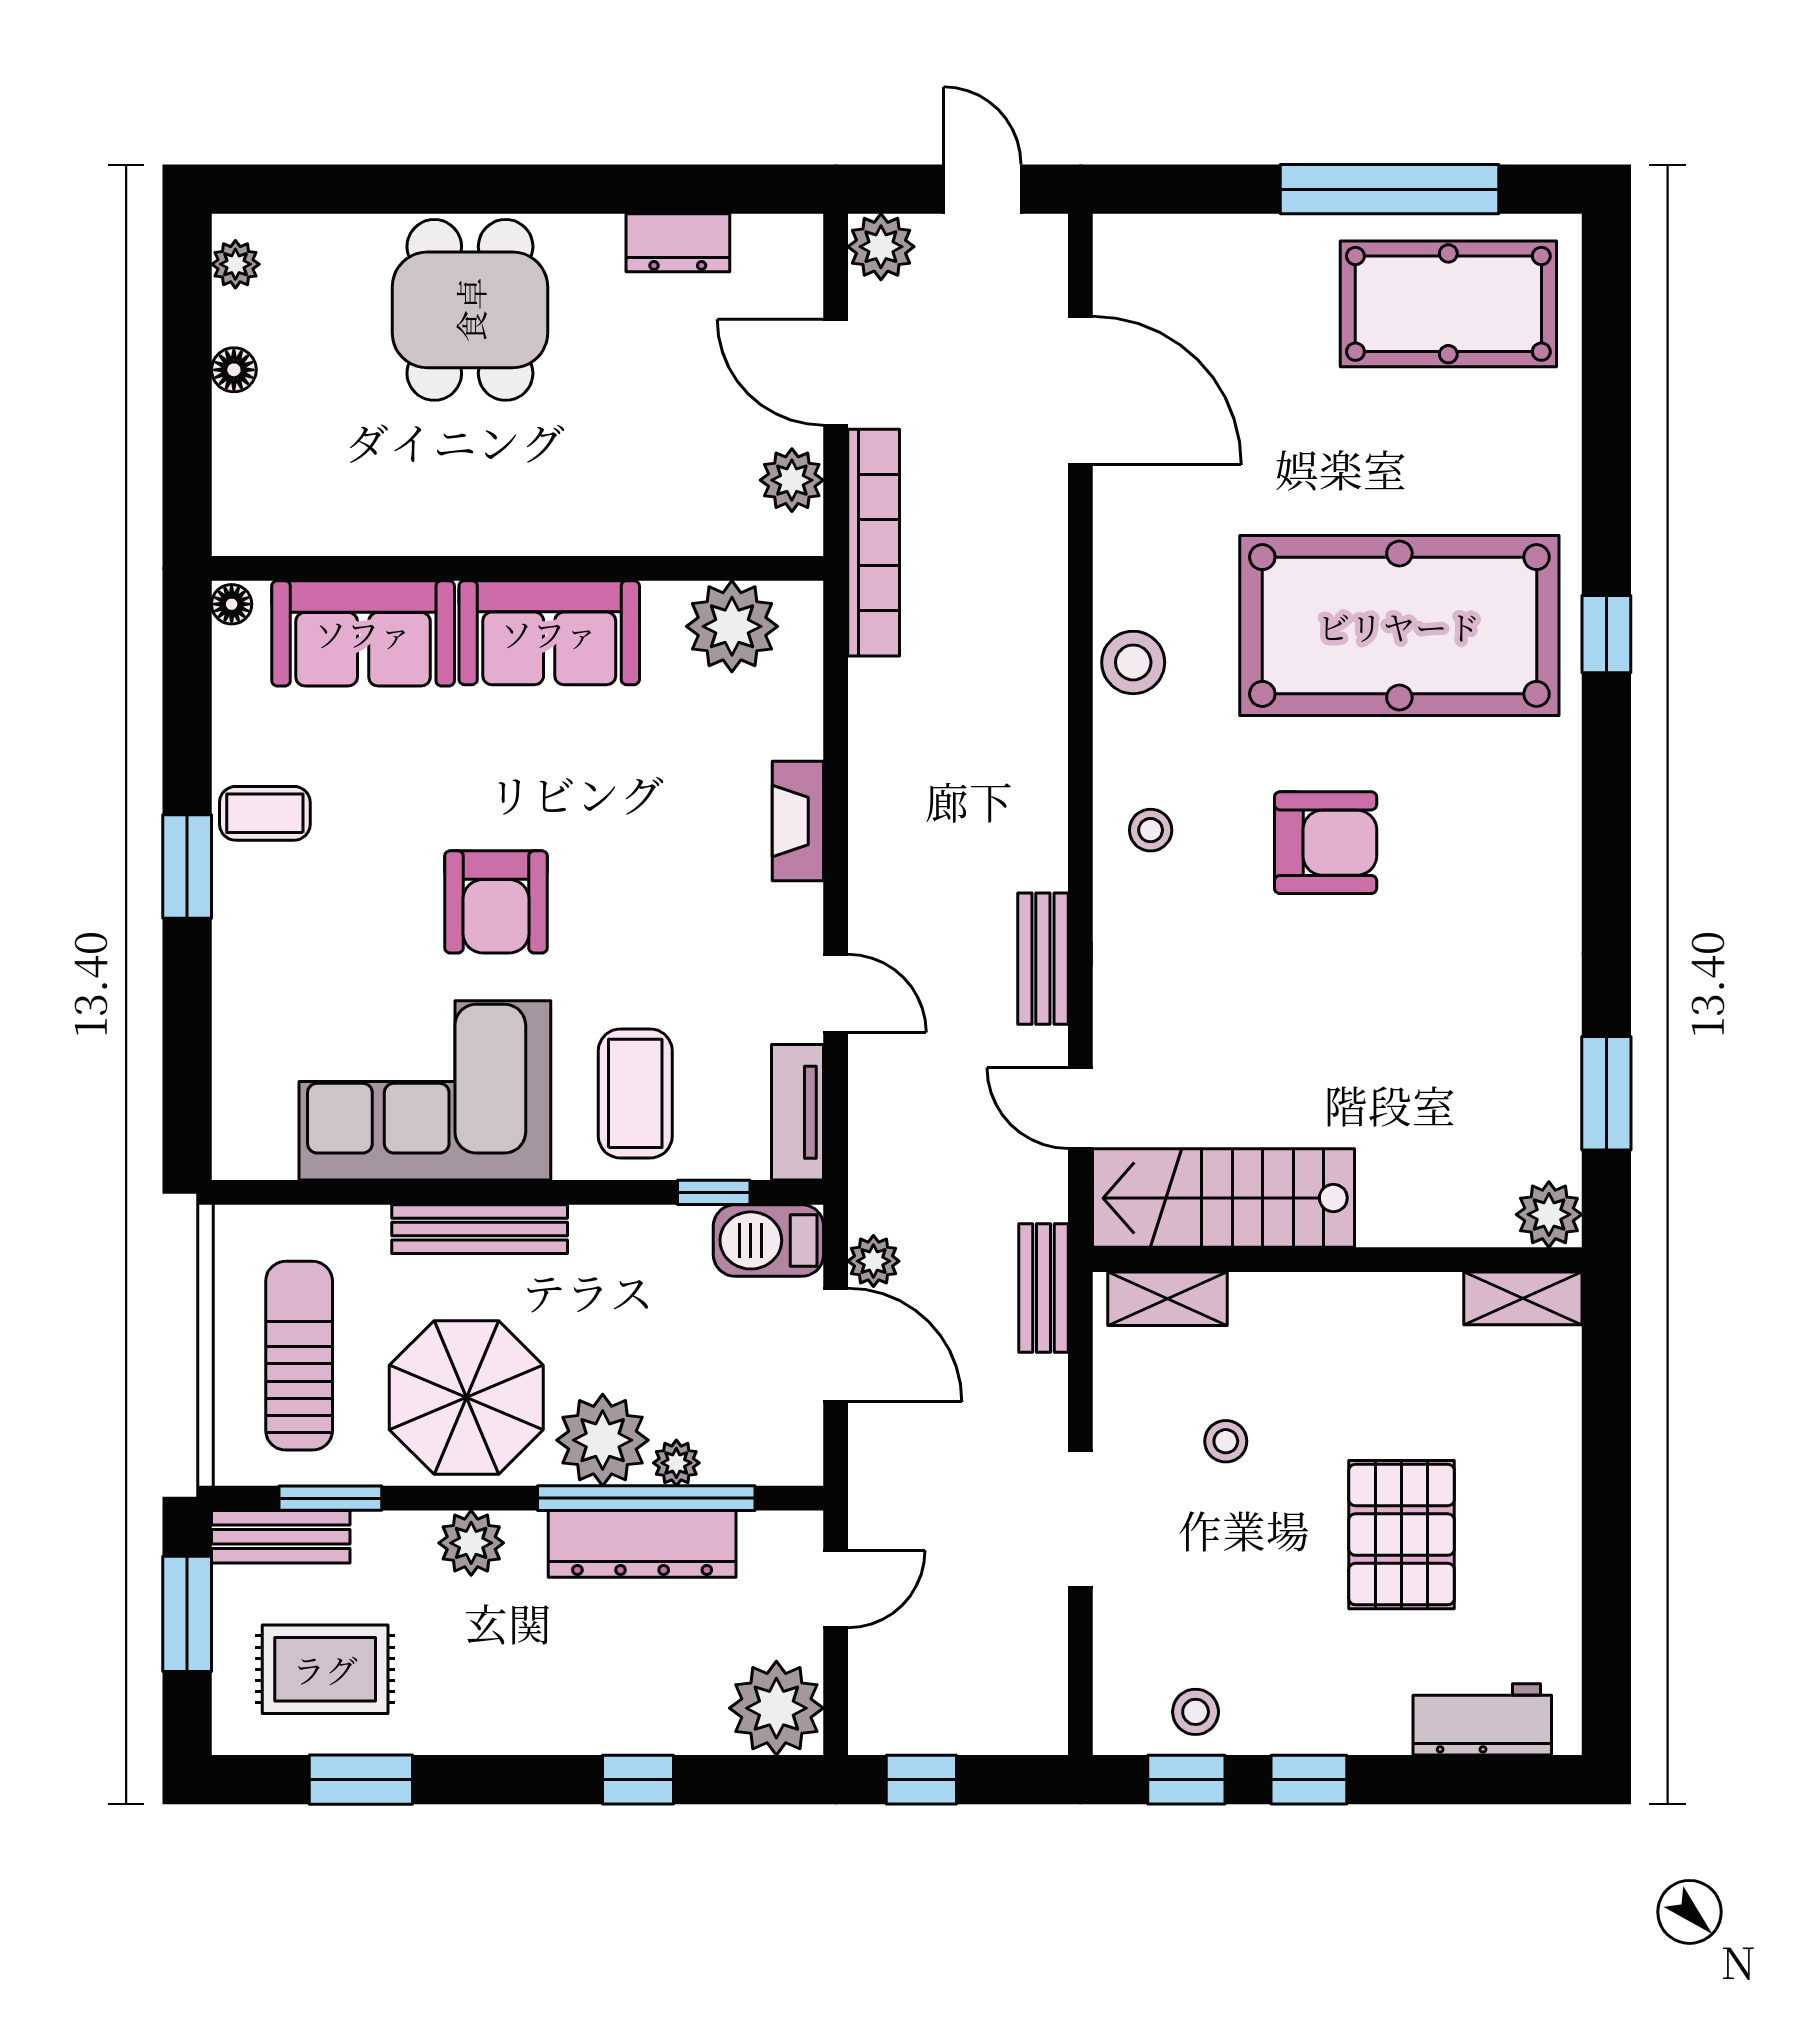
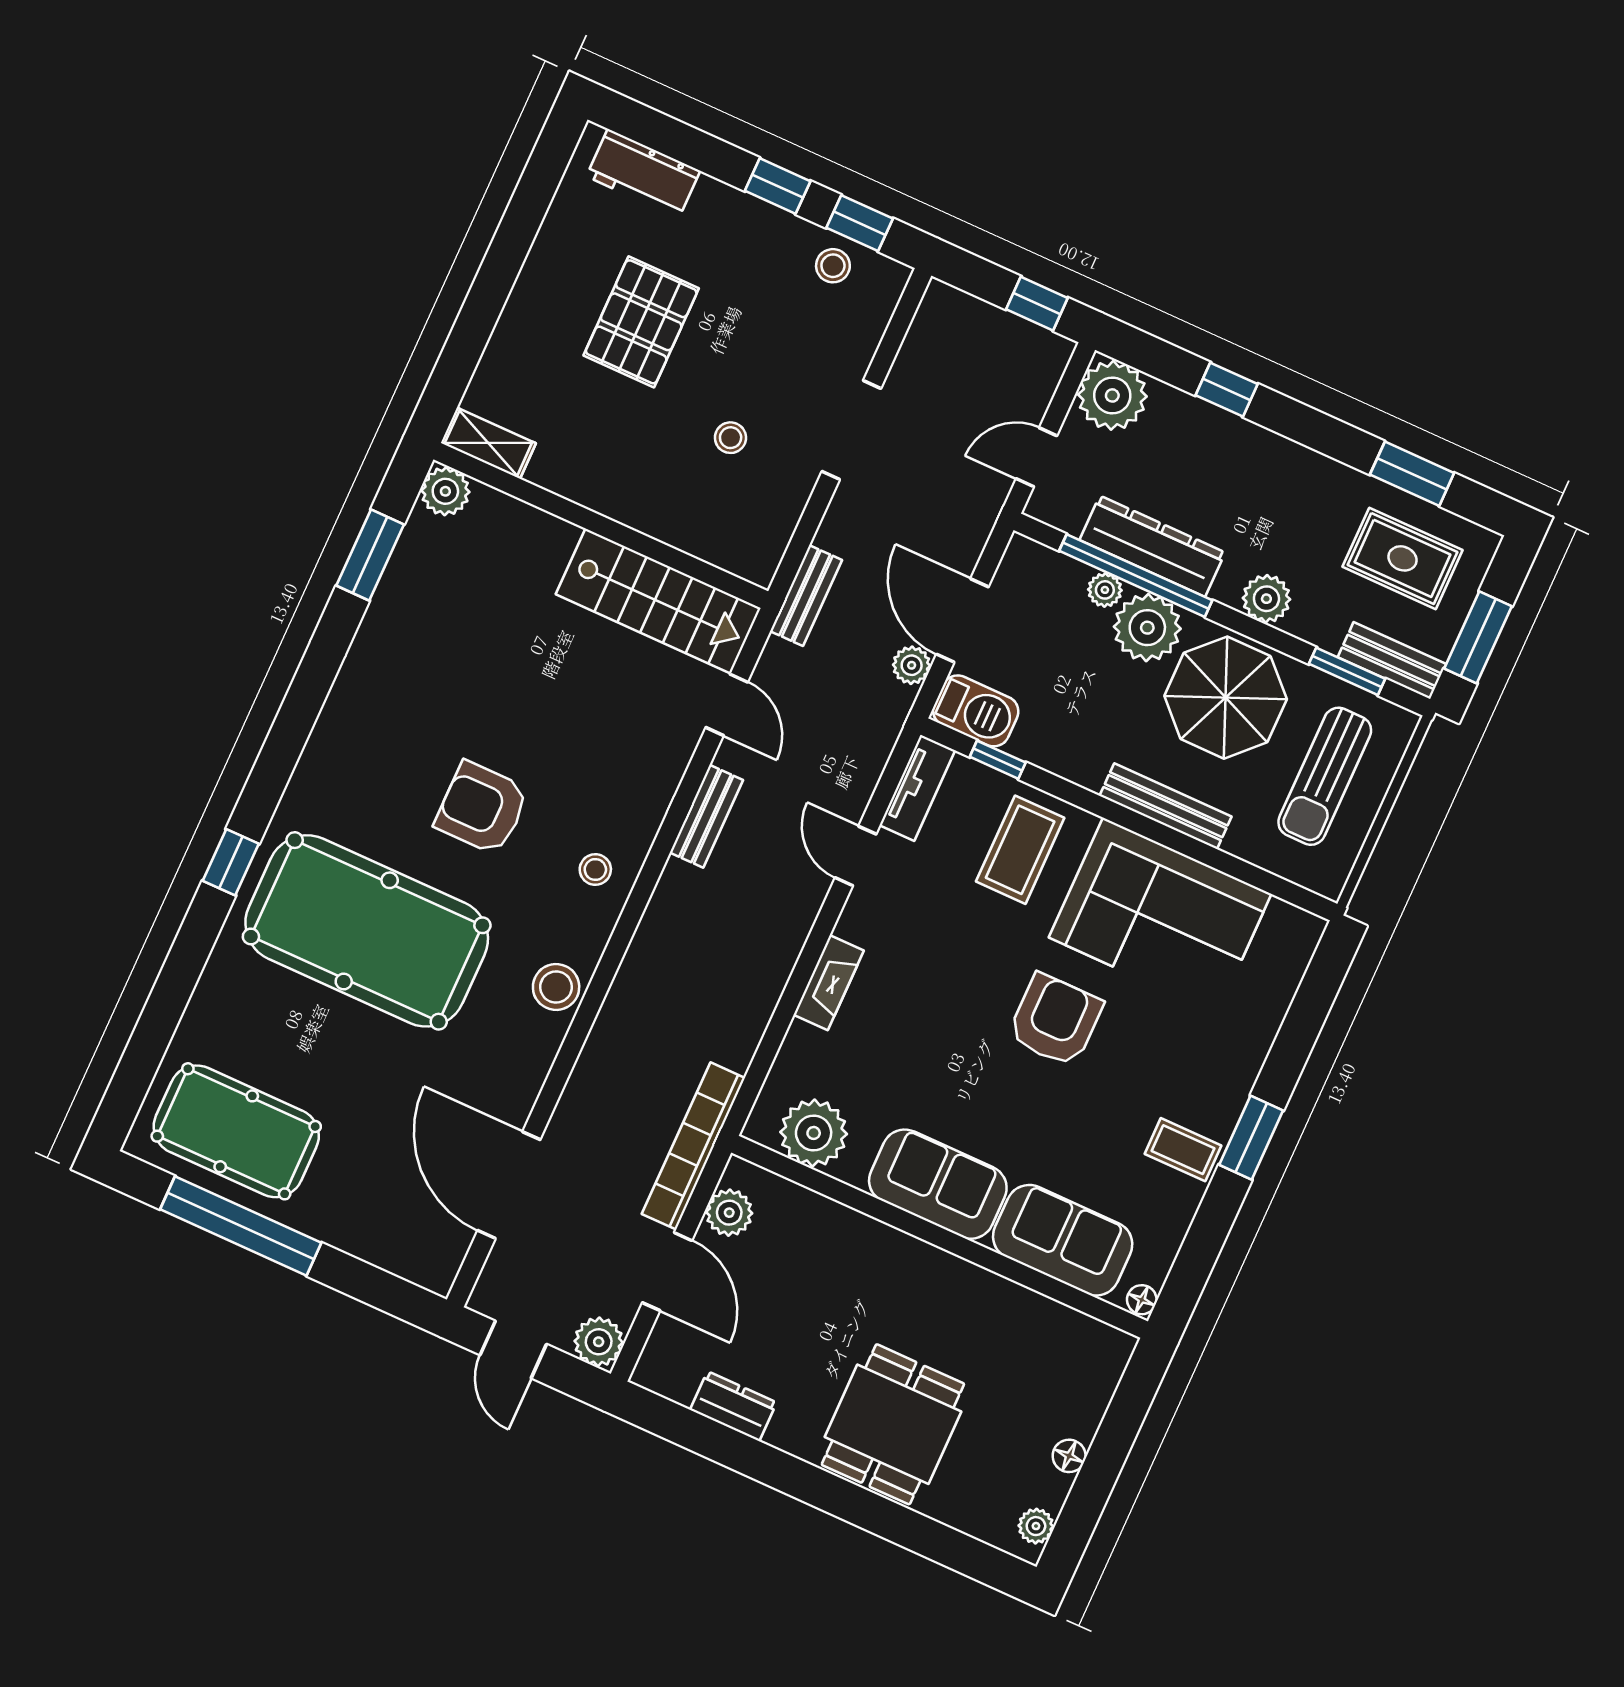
shelving: (1167, 1299) -> (726, 551), removed

